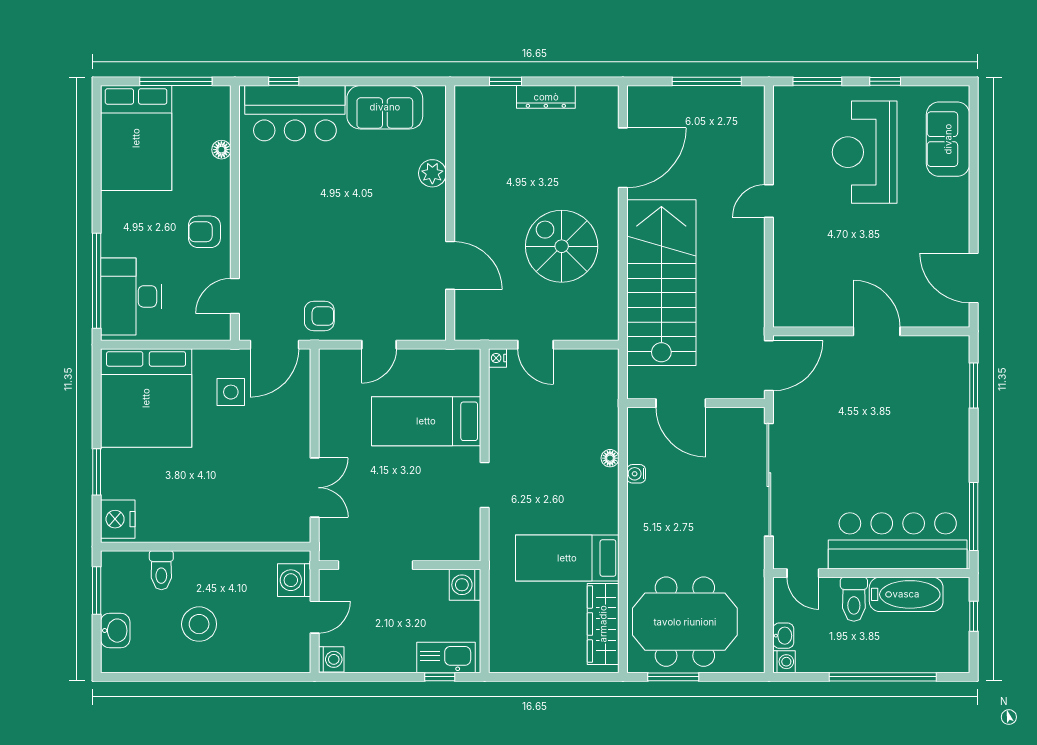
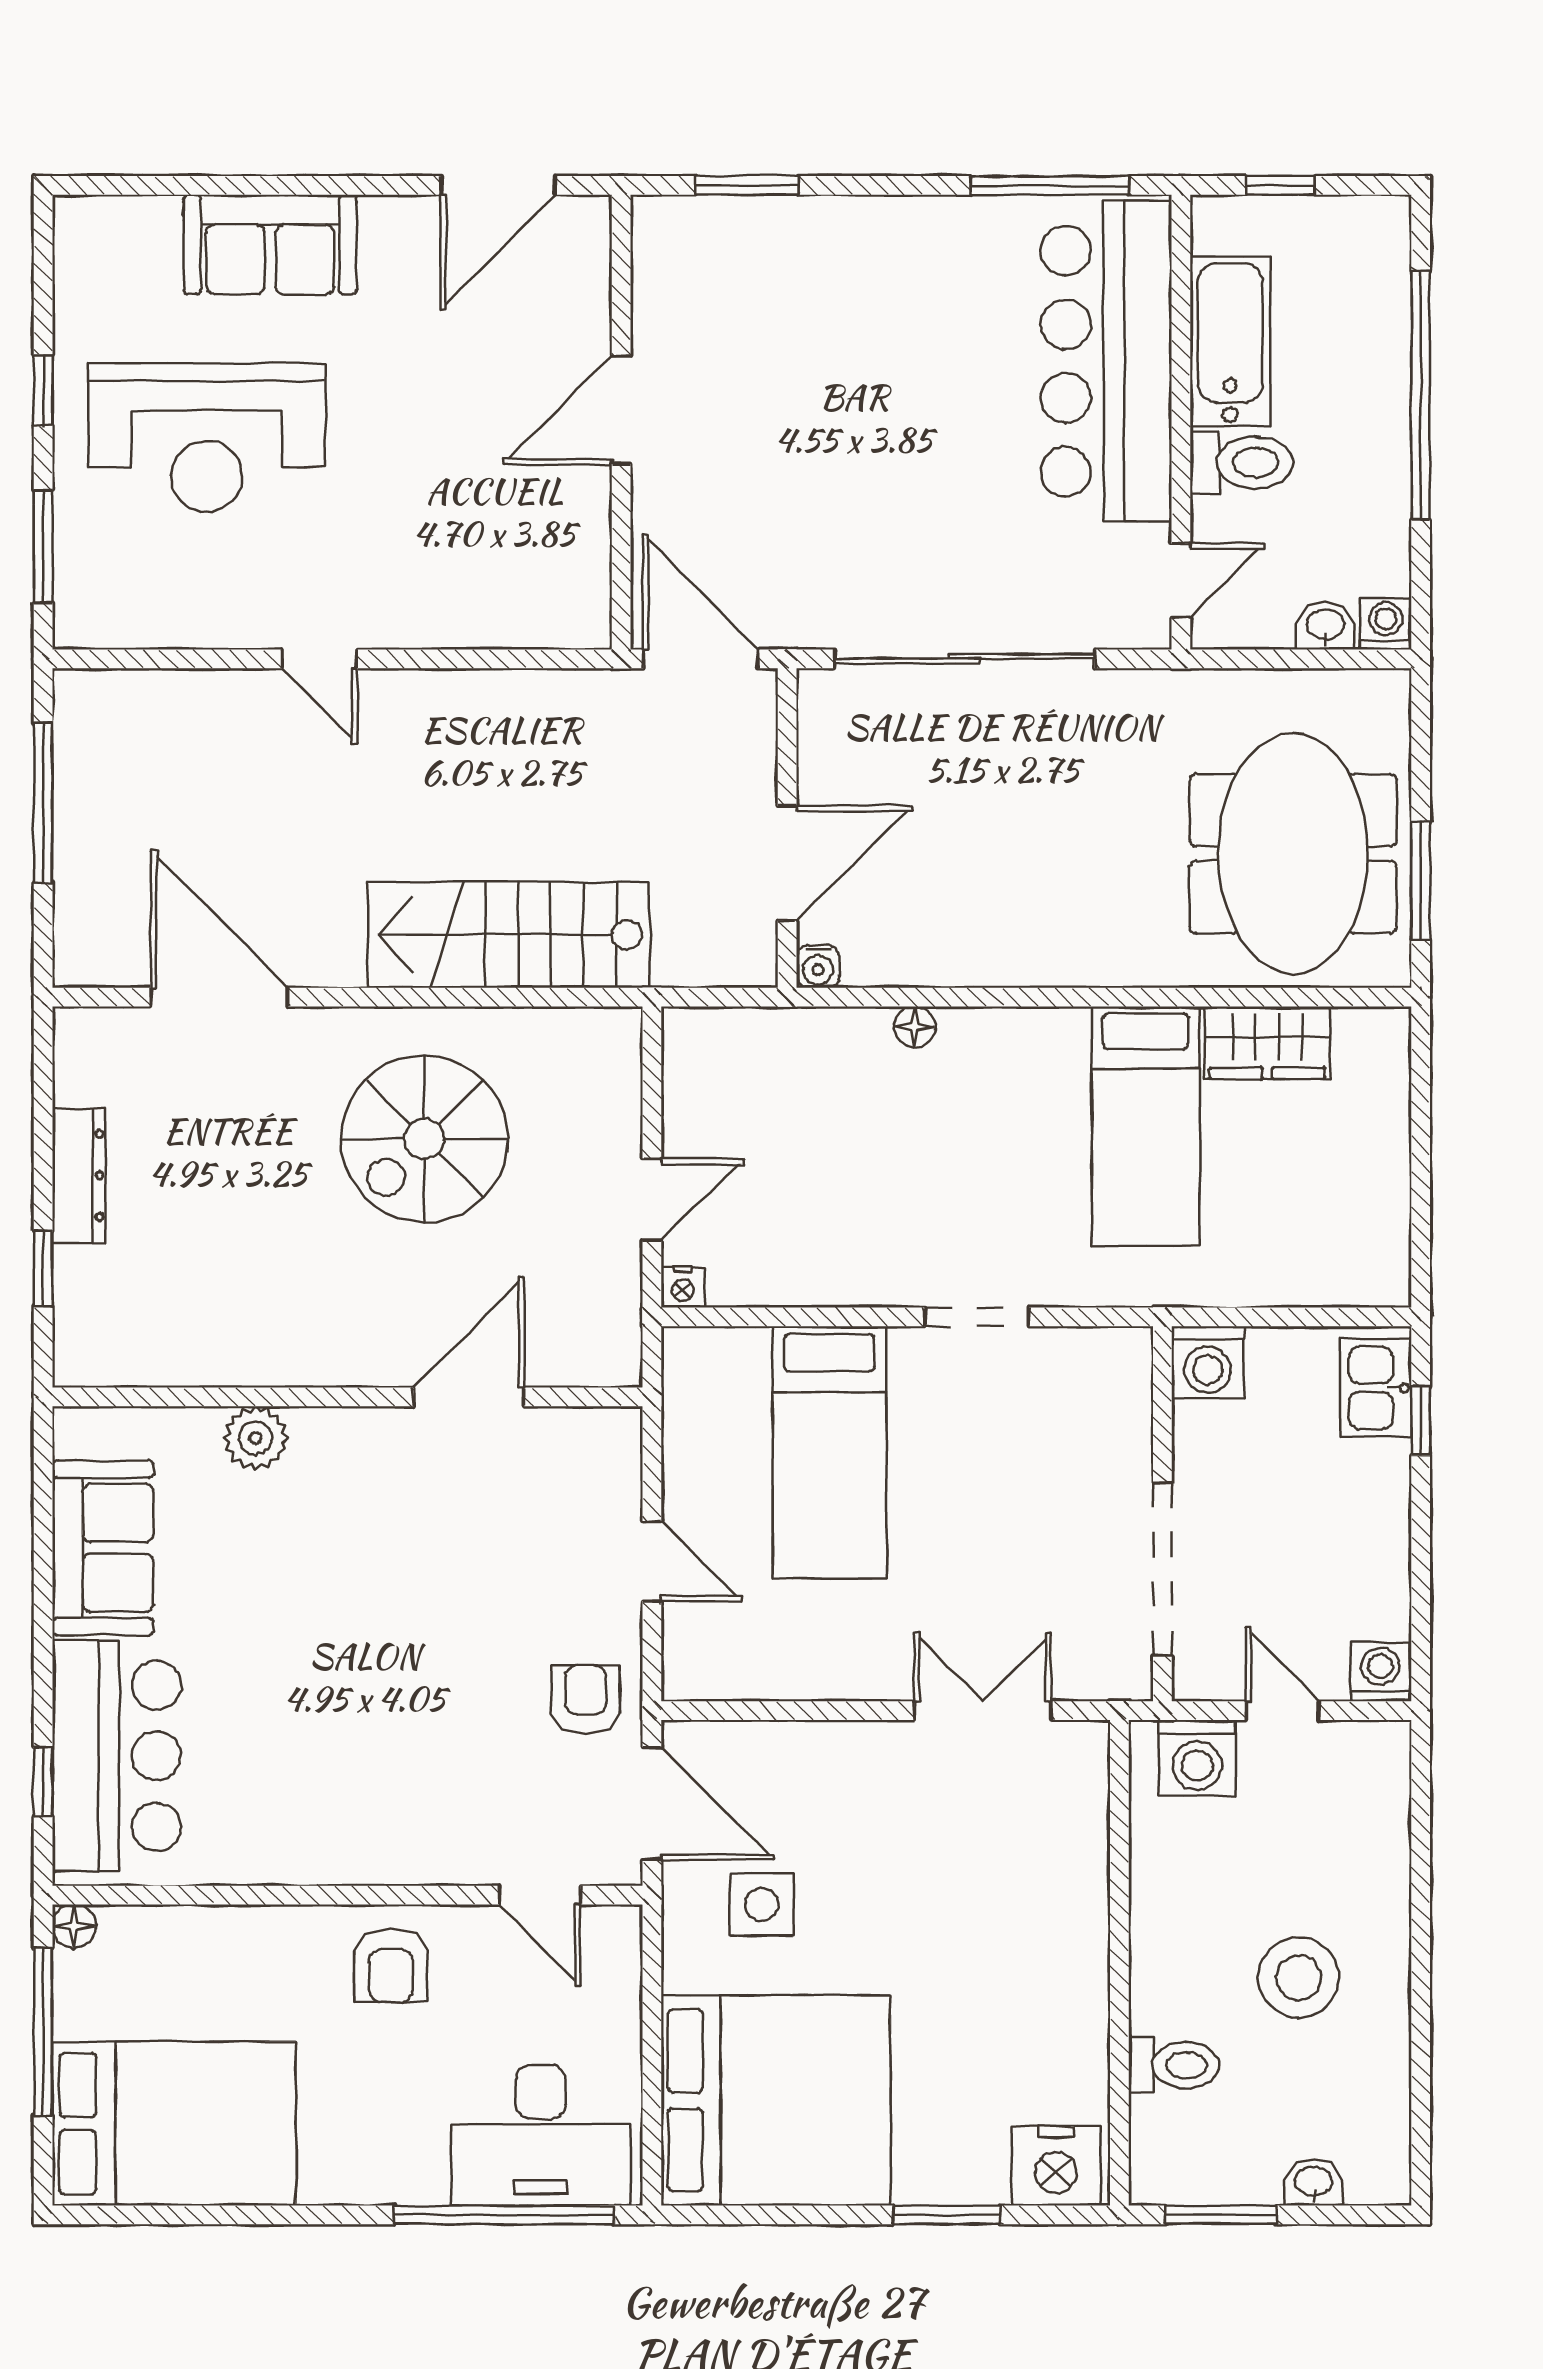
sofa: (948, 139) -> (270, 245), moved
floor lamp: (221, 150) -> (74, 1926), moved
stairs: (661, 283) -> (509, 935), width x0.73, depth x0.66
water cooler: (636, 474) -> (818, 966), moved
wardrobe: (603, 624) -> (1267, 1043), width x0.67
washbasin: (115, 631) -> (1314, 2182), width x0.72, depth x0.69
kitchen sink: (446, 657) -> (1376, 1388), width x0.73

